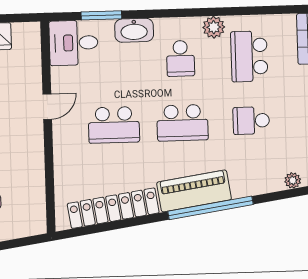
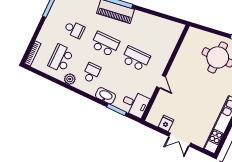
school desk: (249, 56) -> (61, 58), turned 180
door: (47, 107) -> (161, 82), swing flipped
locker: (113, 208) -> (155, 22), removed

